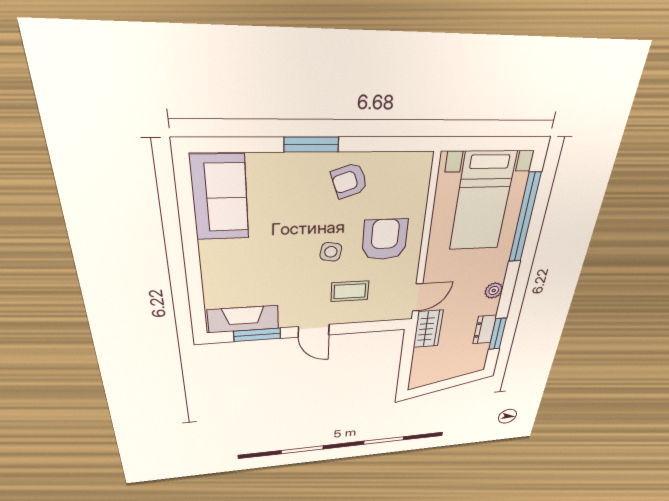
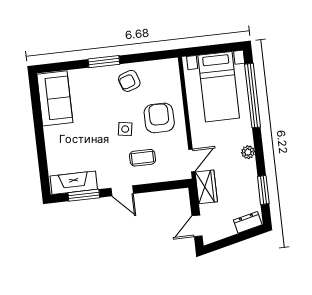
dresser: (485, 330) -> (248, 222), moved, turned 77
door: (405, 371) -> (197, 226), added

